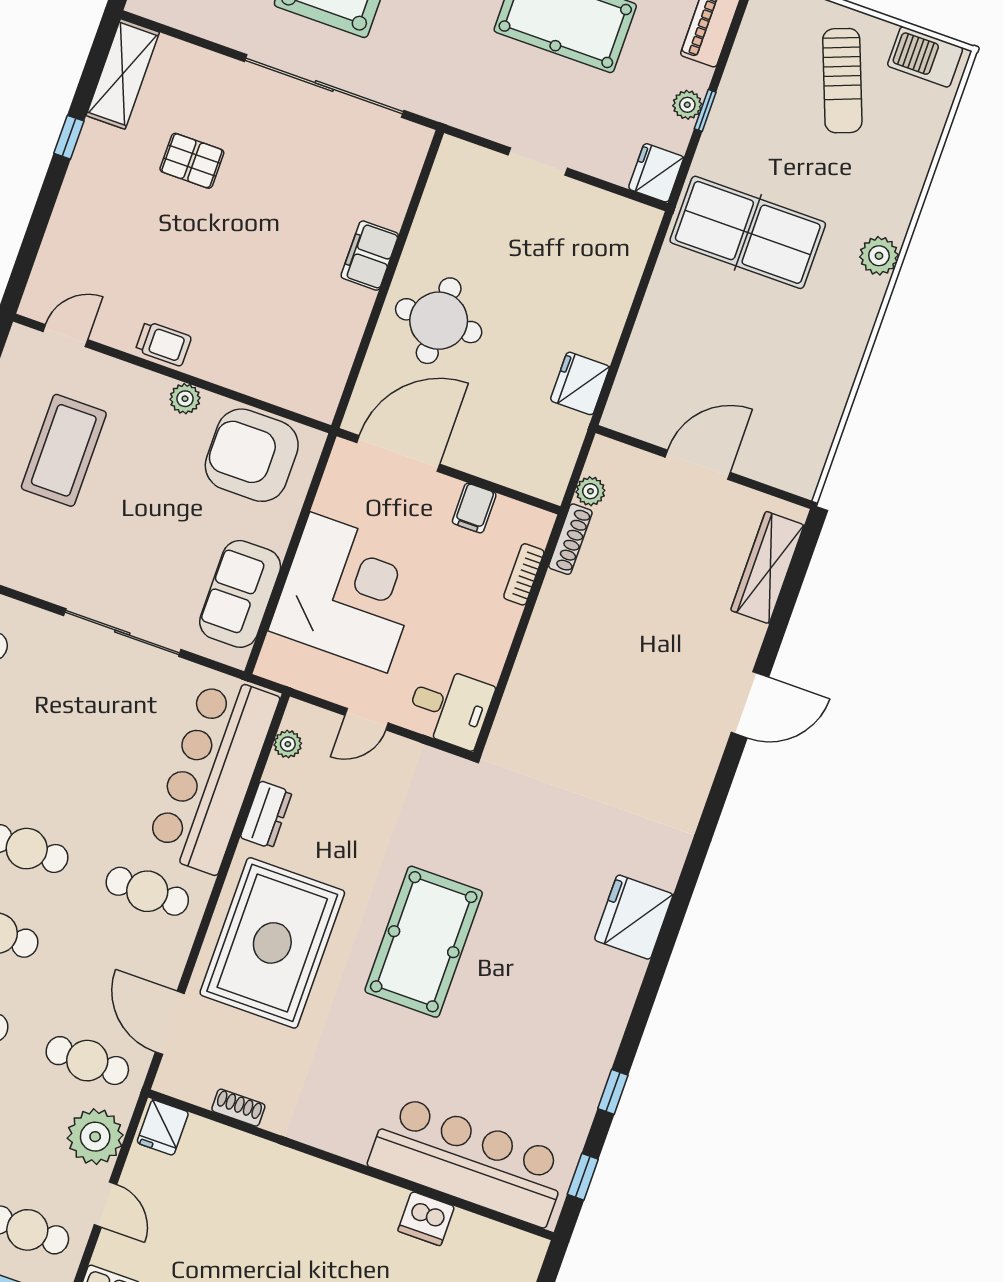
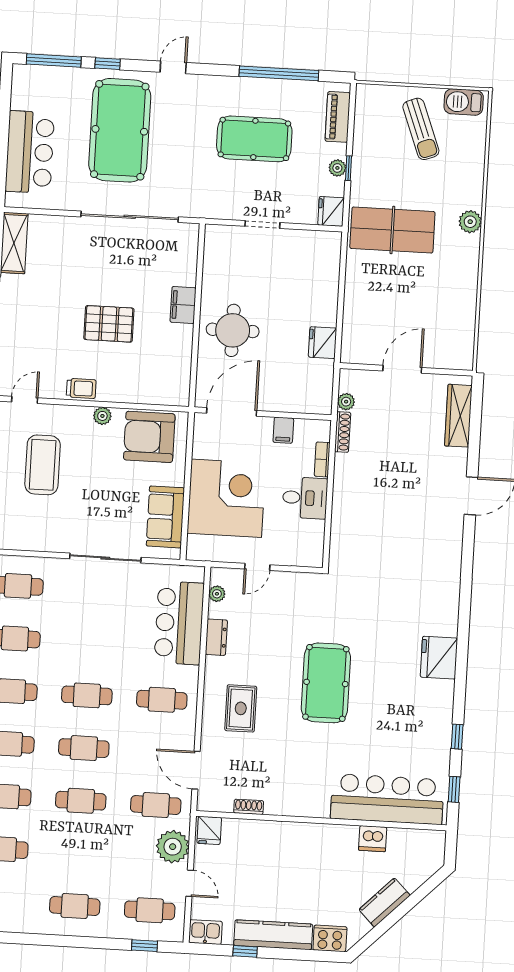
pallet: (192, 161) -> (109, 324), moved, width x1.50, depth x1.42
desk: (450, 707) -> (305, 498), moved
bar counter: (212, 774) -> (179, 623), width x0.73
fridge: (634, 917) -> (439, 658), moved
rug: (272, 943) -> (241, 708), width x0.54, depth x0.49

